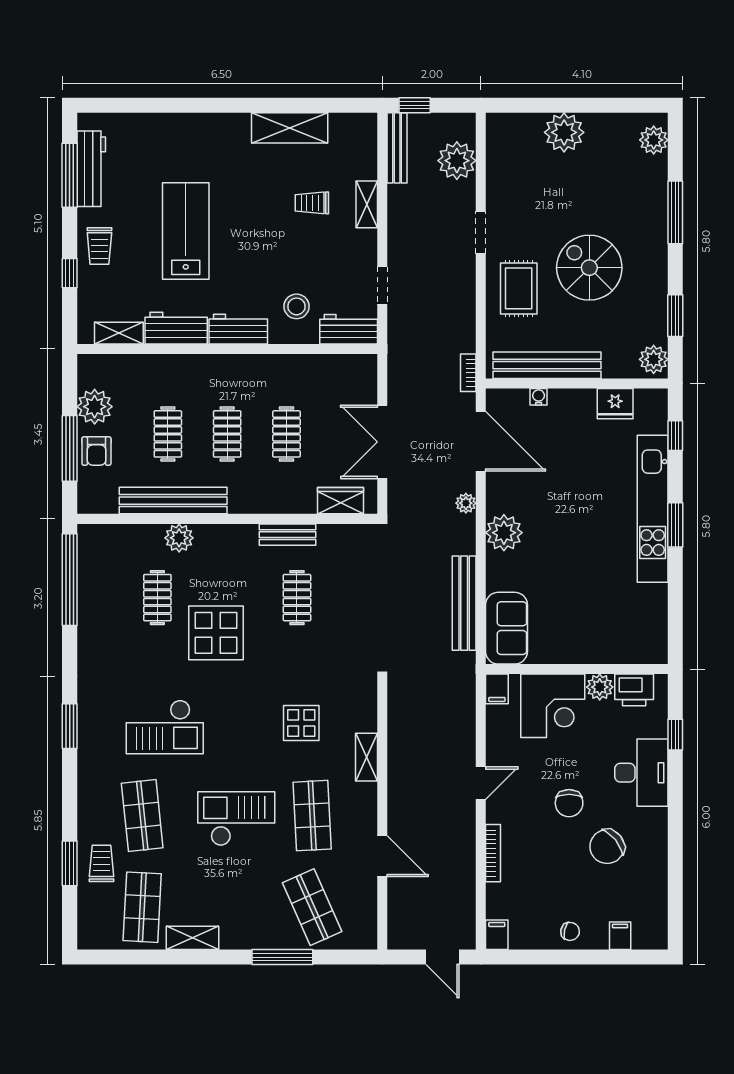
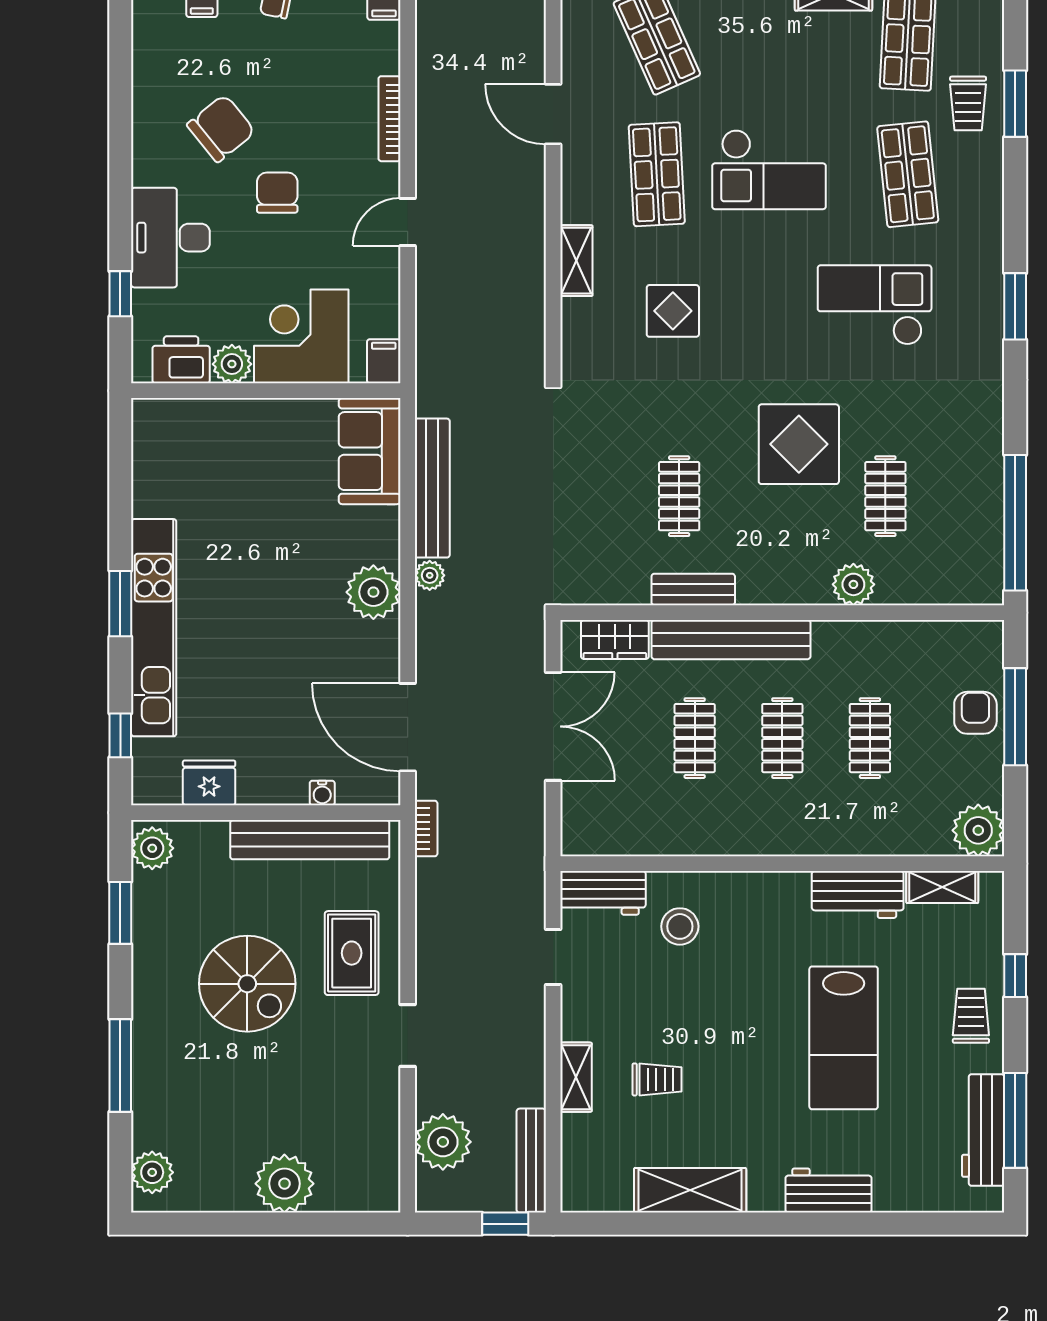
workbench: (238, 329) -> (829, 1191), moved, turned 180
plant: (95, 407) -> (978, 830), moved
bench: (173, 501) -> (731, 640), moved
plant: (466, 503) -> (430, 575), moved

